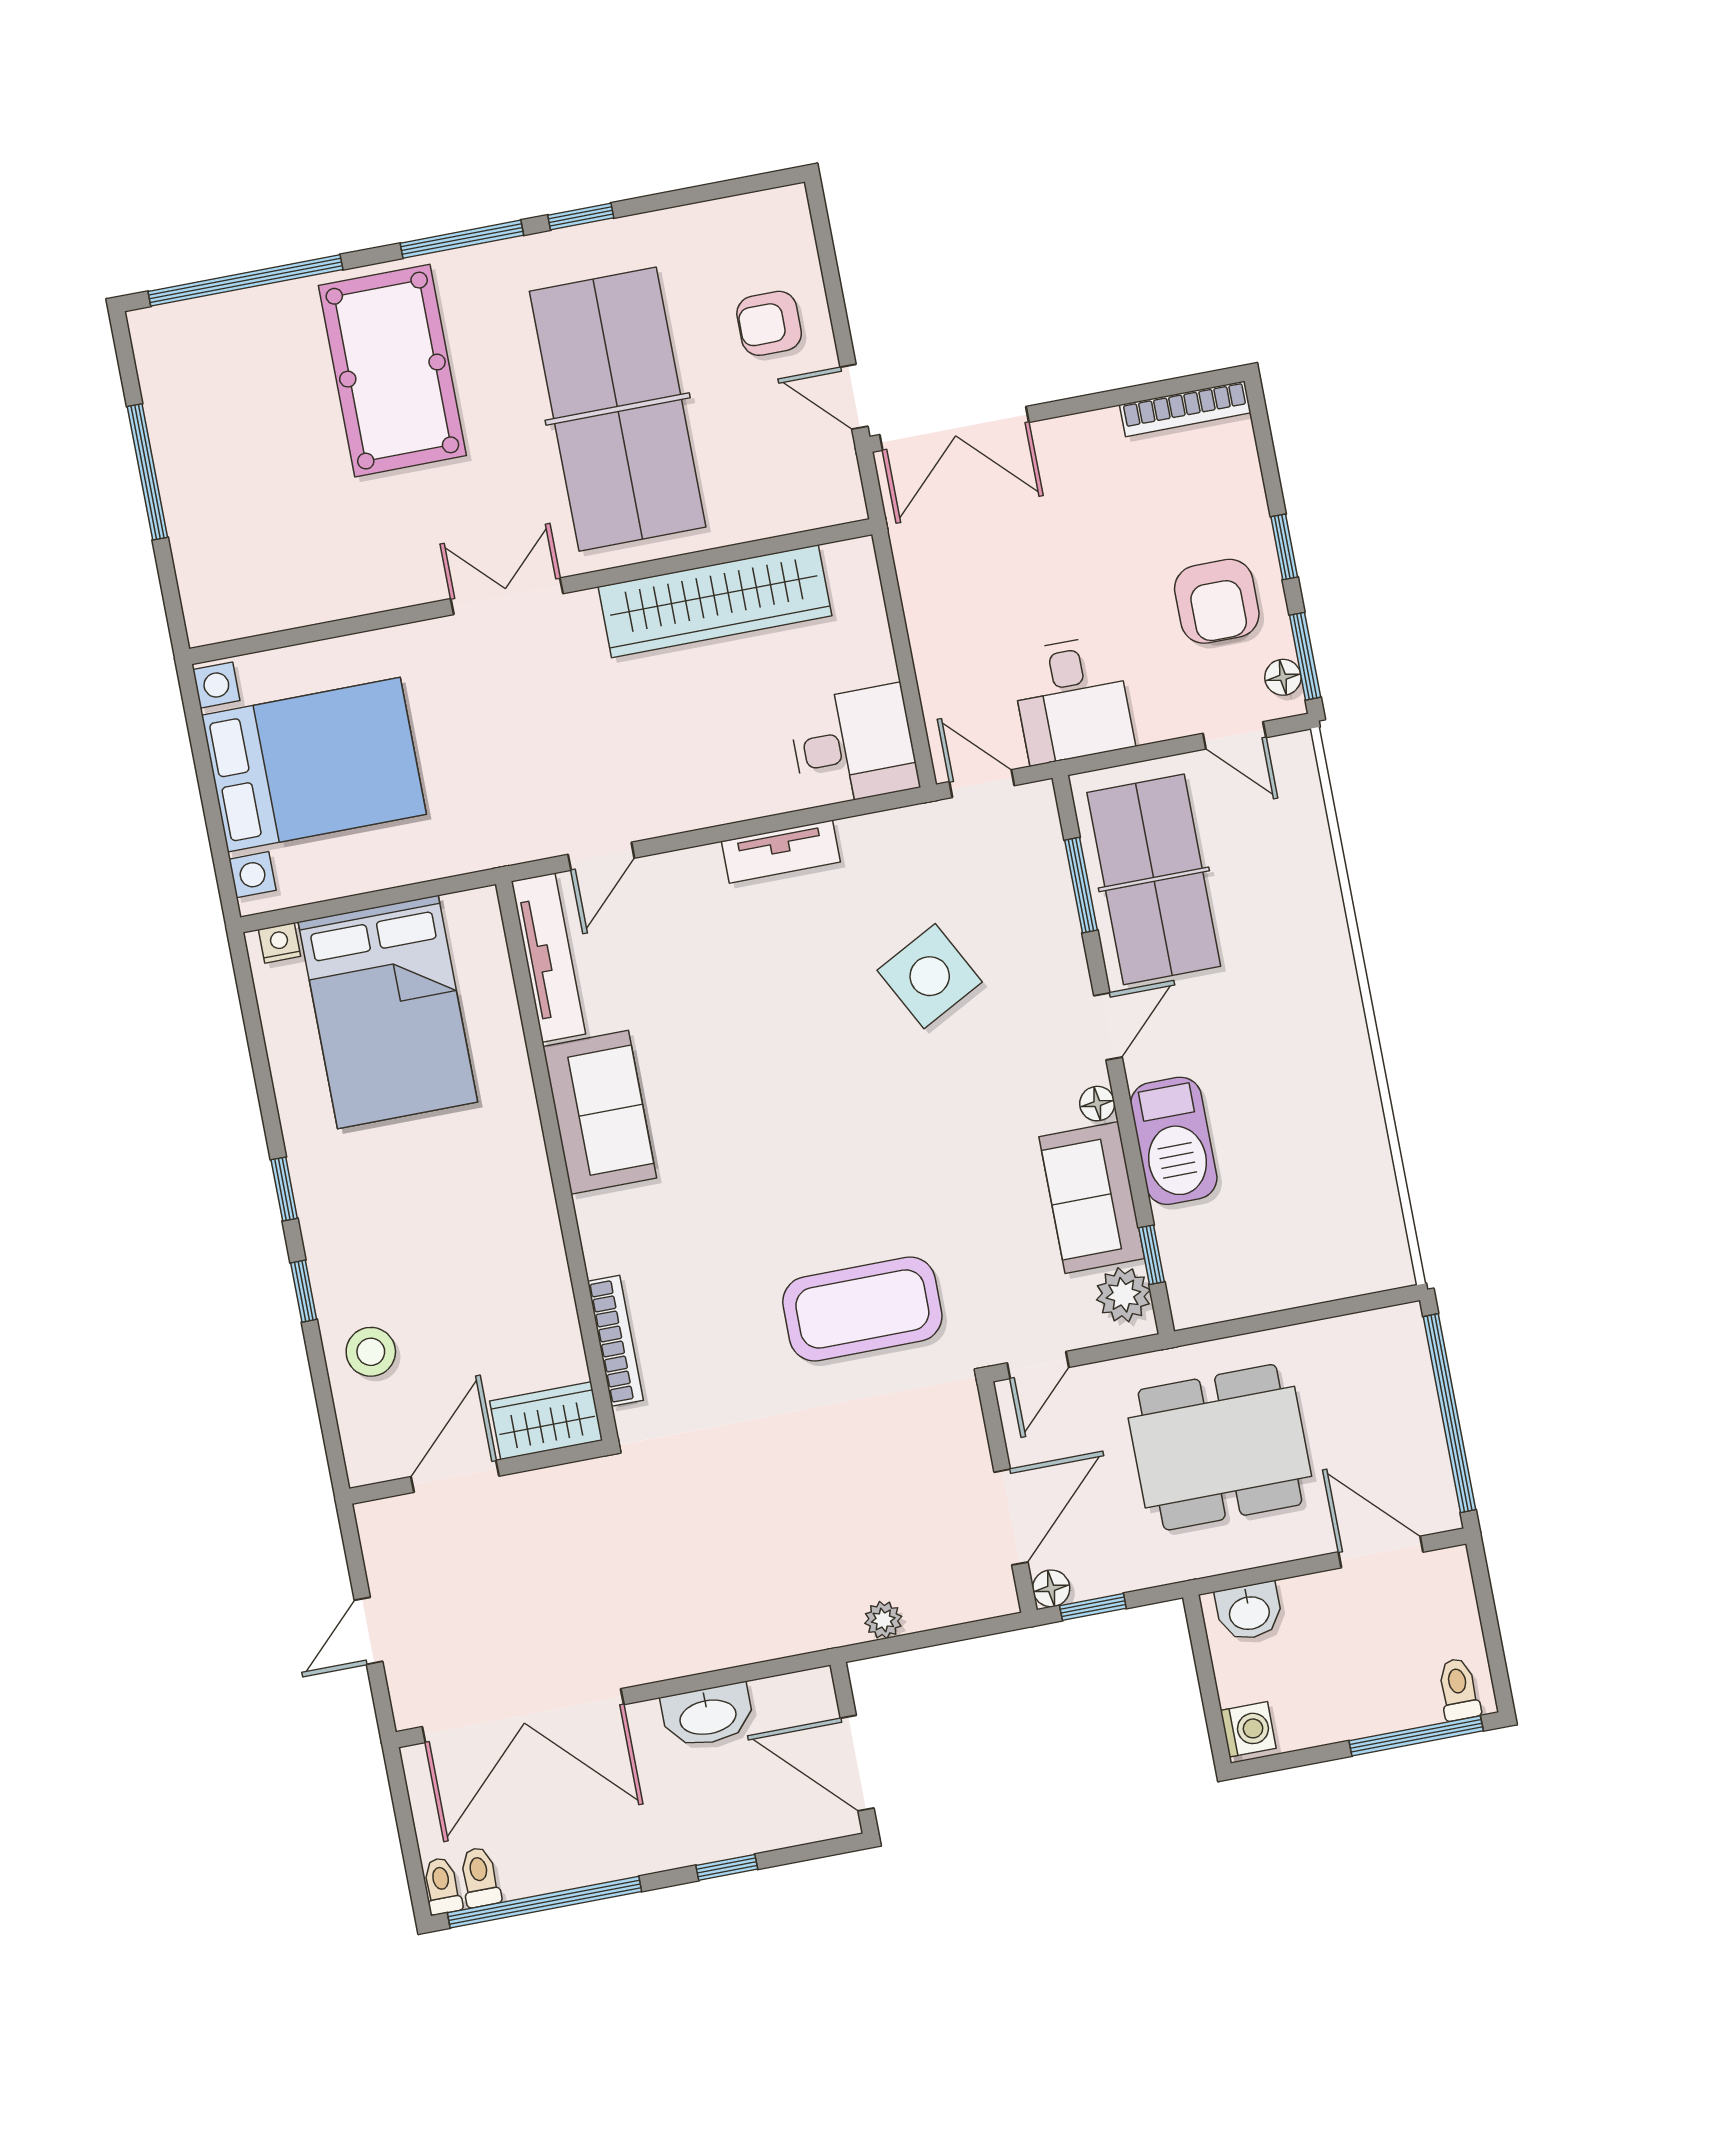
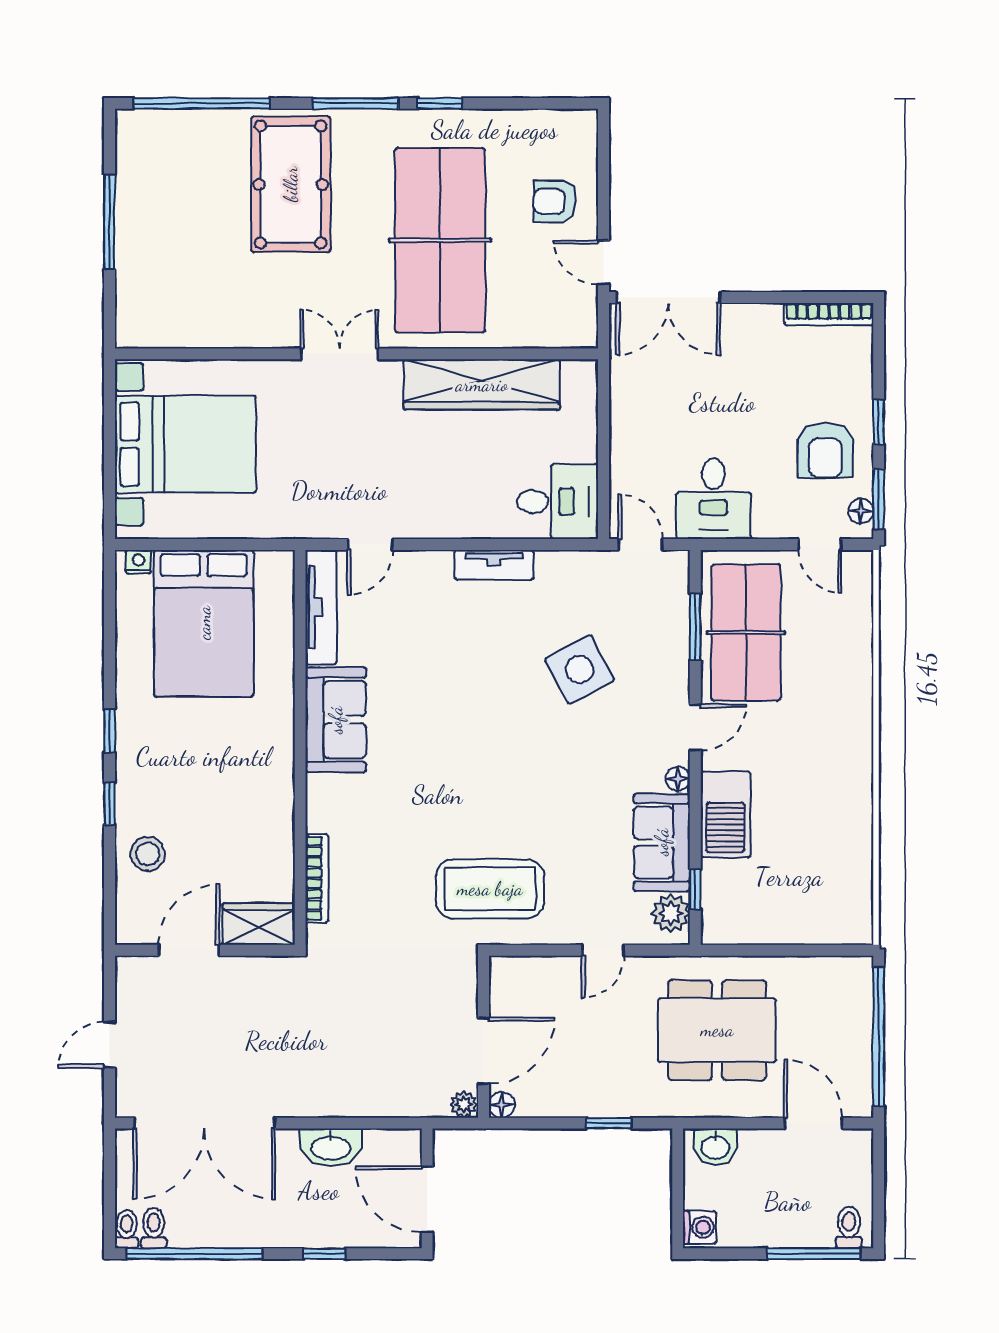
wall: (1007, 1497) -> (484, 1037), moved
door: (1011, 1517) -> (484, 1051), moved
floor lamp: (1051, 1588) -> (502, 1105), moved

